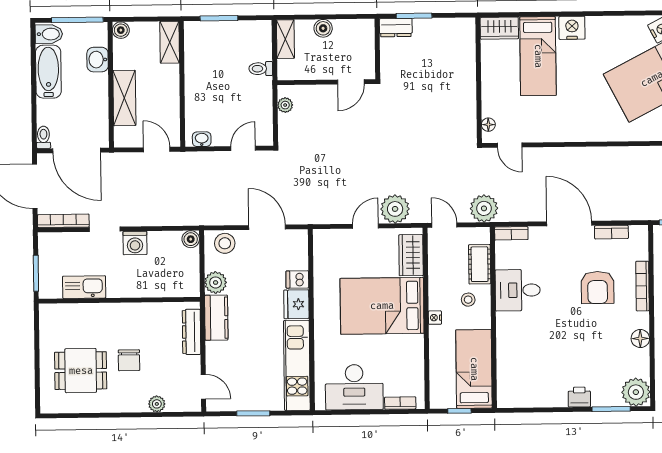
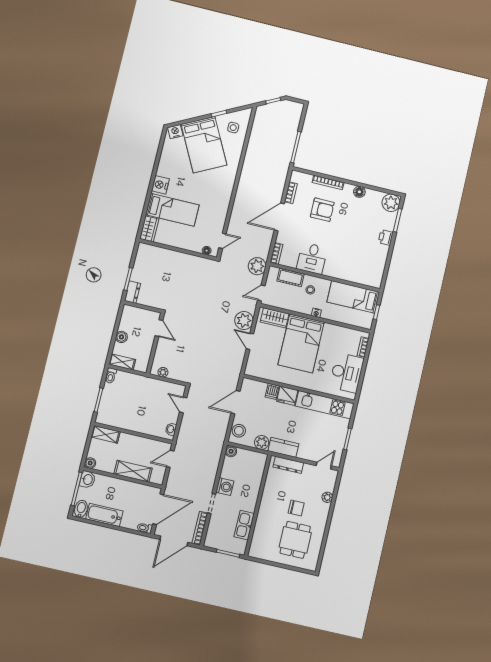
washbasin: (98, 60) -> (88, 479), moved, turned -90
toilet: (261, 69) -> (111, 376), moved

